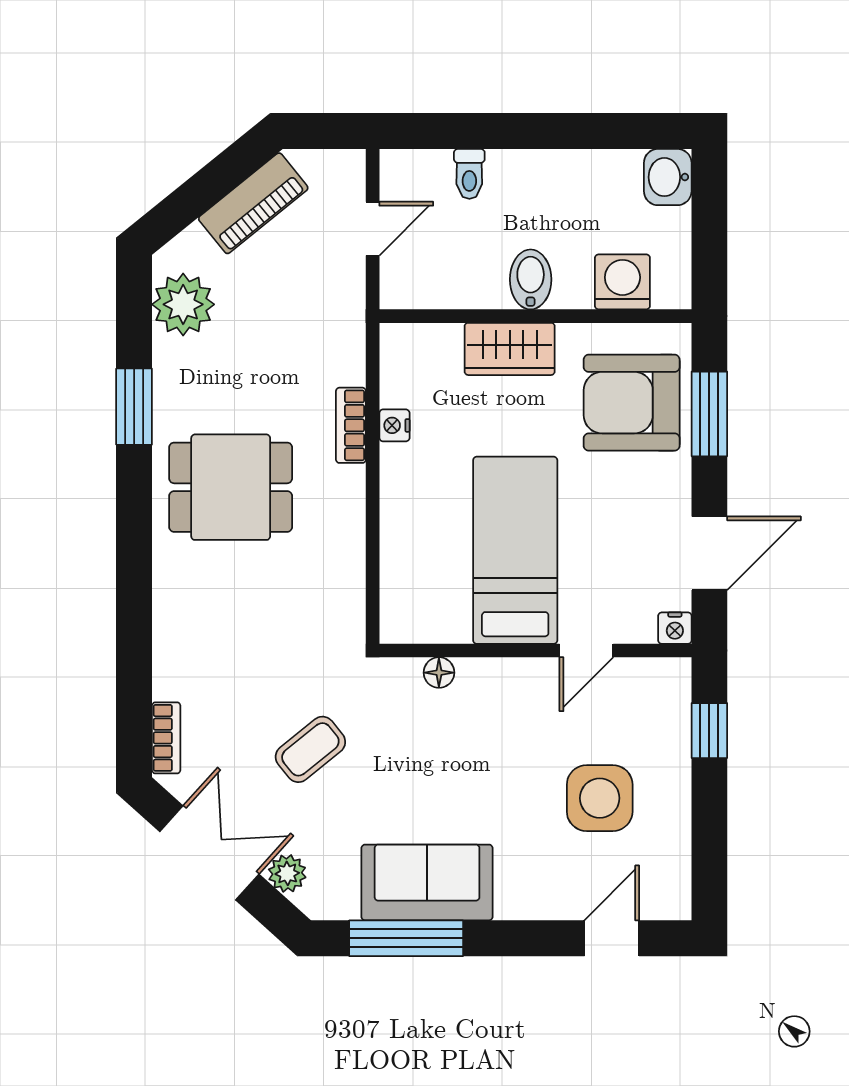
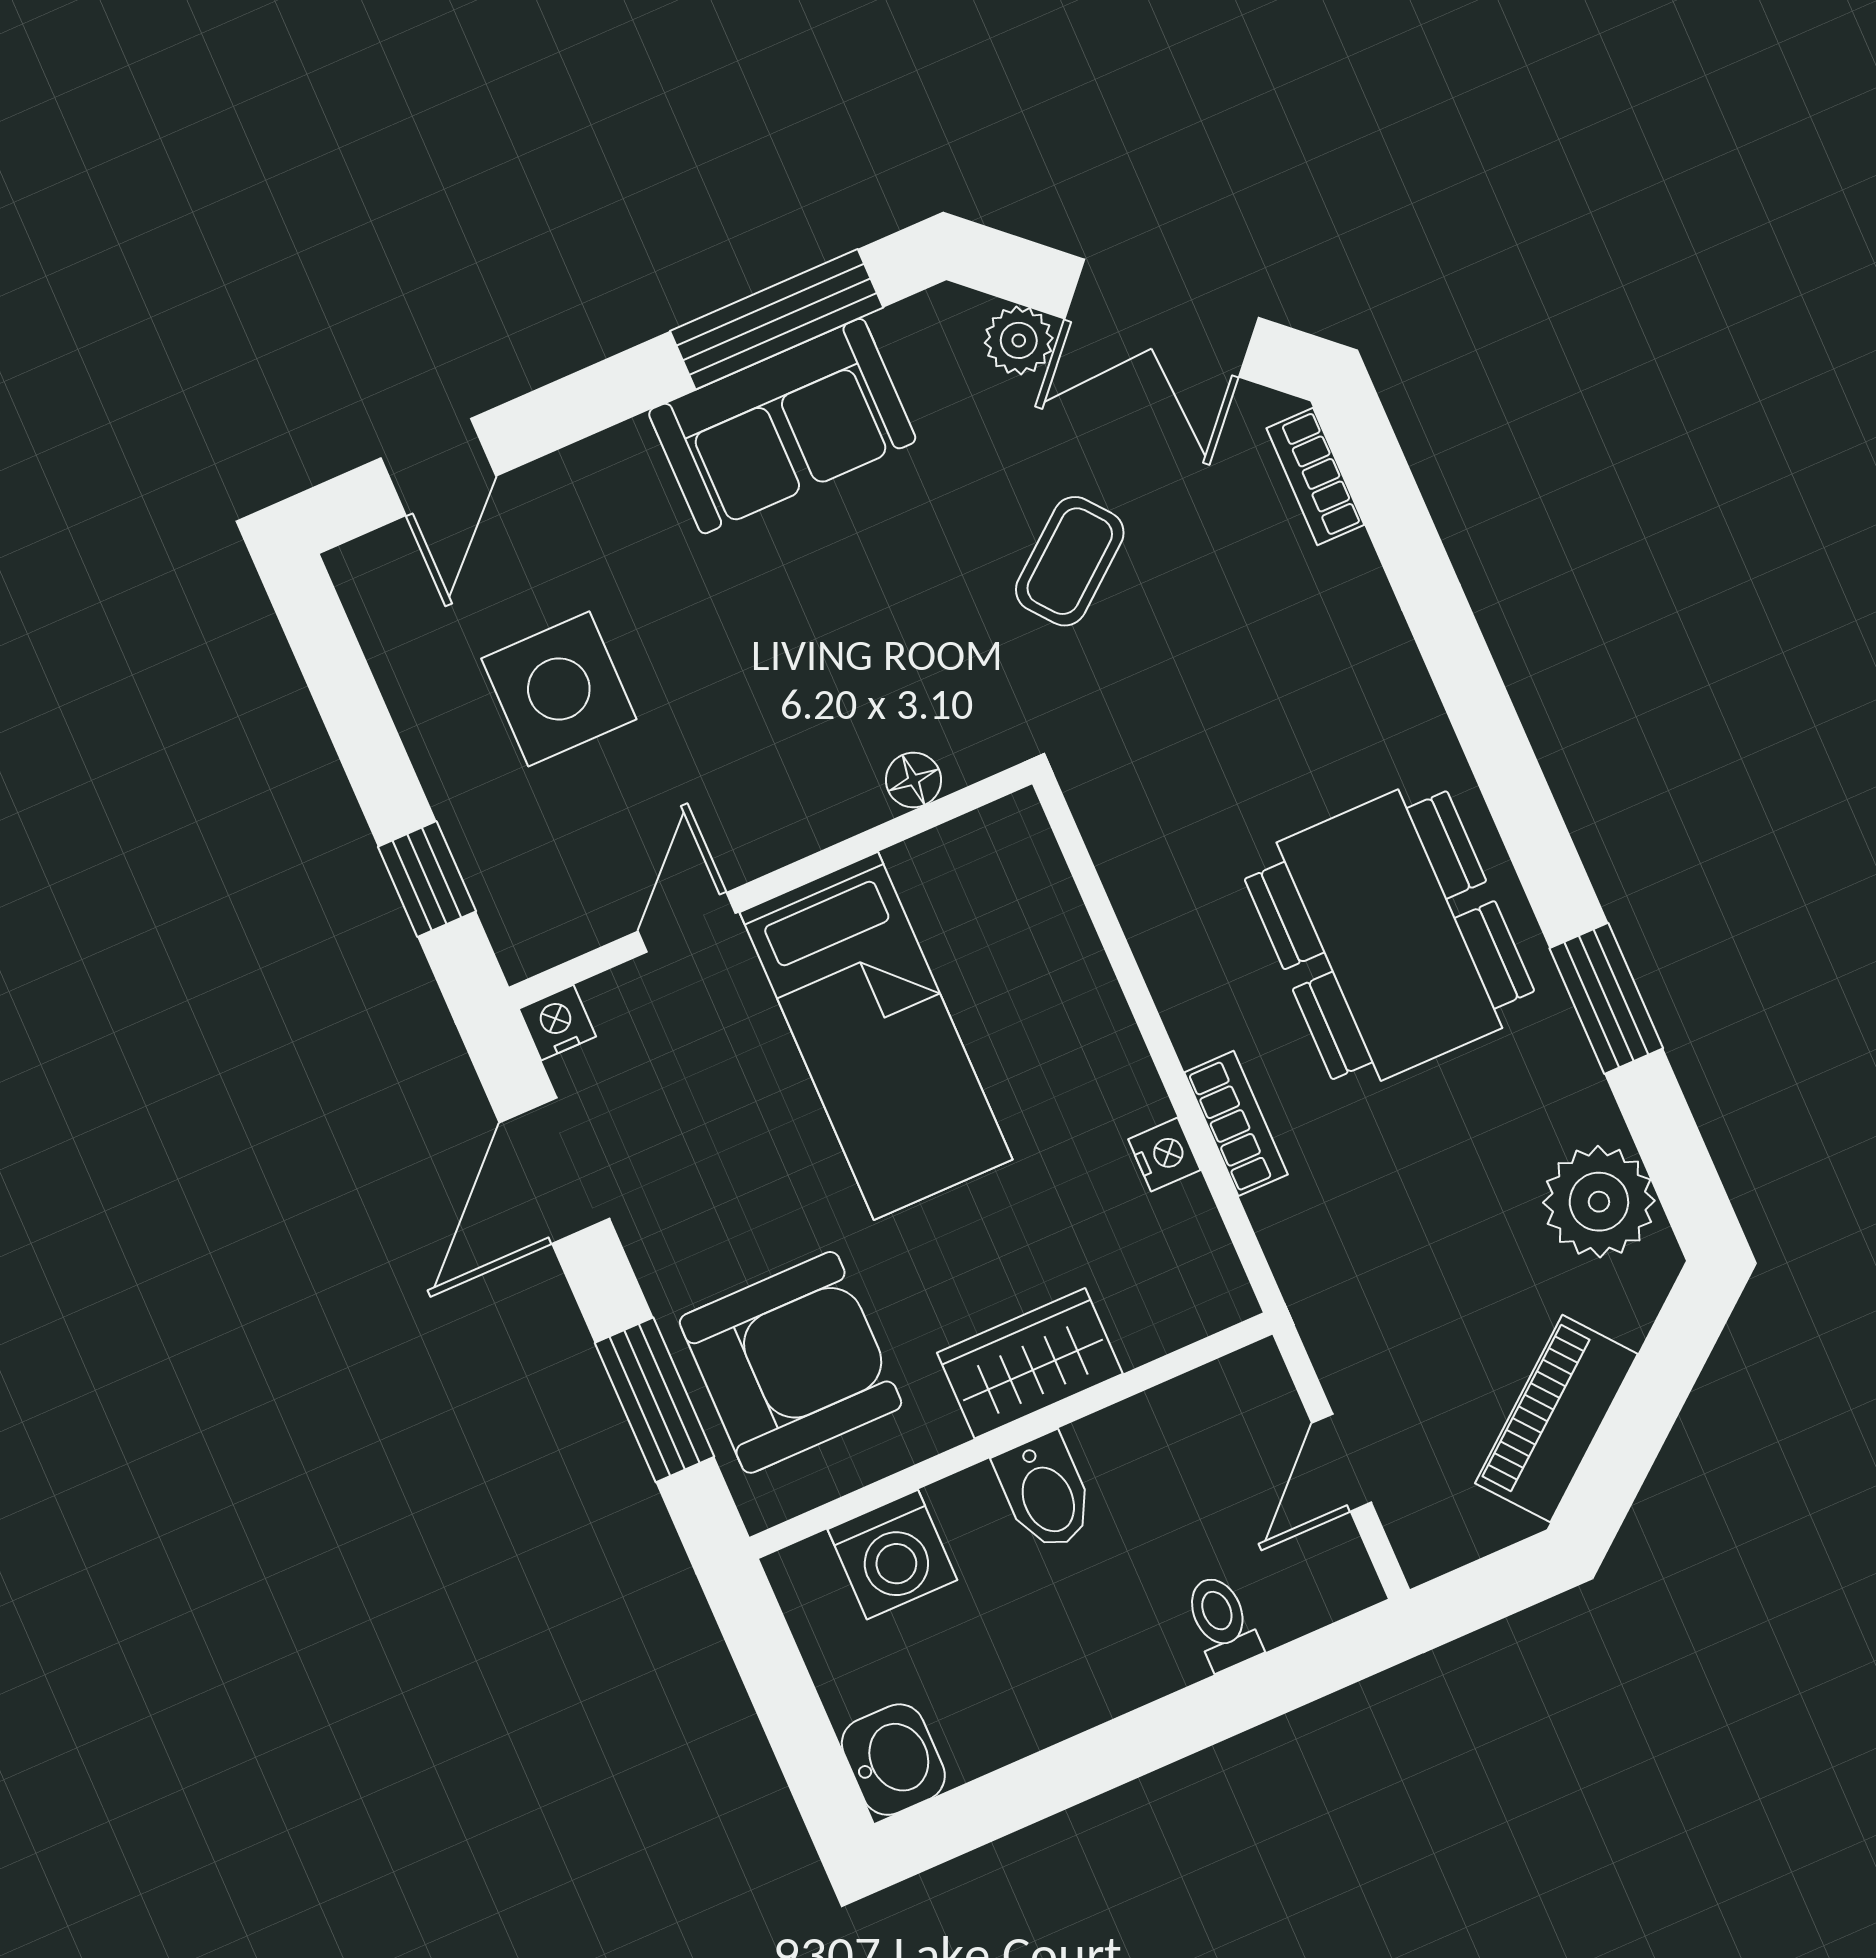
dining table: (231, 487) -> (1389, 935), width x1.38

